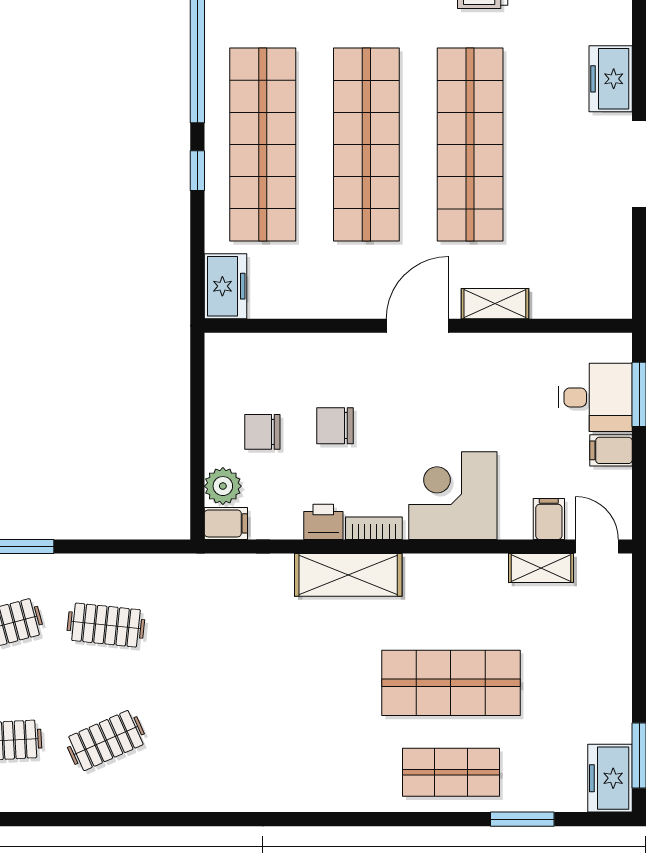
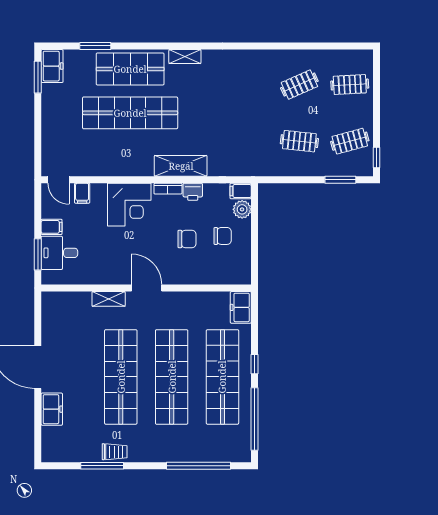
door: (417, 326) -> (147, 288), swing flipped
shelving: (541, 568) -> (185, 57), moved
shop shelf: (451, 683) -> (130, 113), width x1.40
shop shelf: (451, 772) -> (130, 69), width x1.43, depth x1.36

